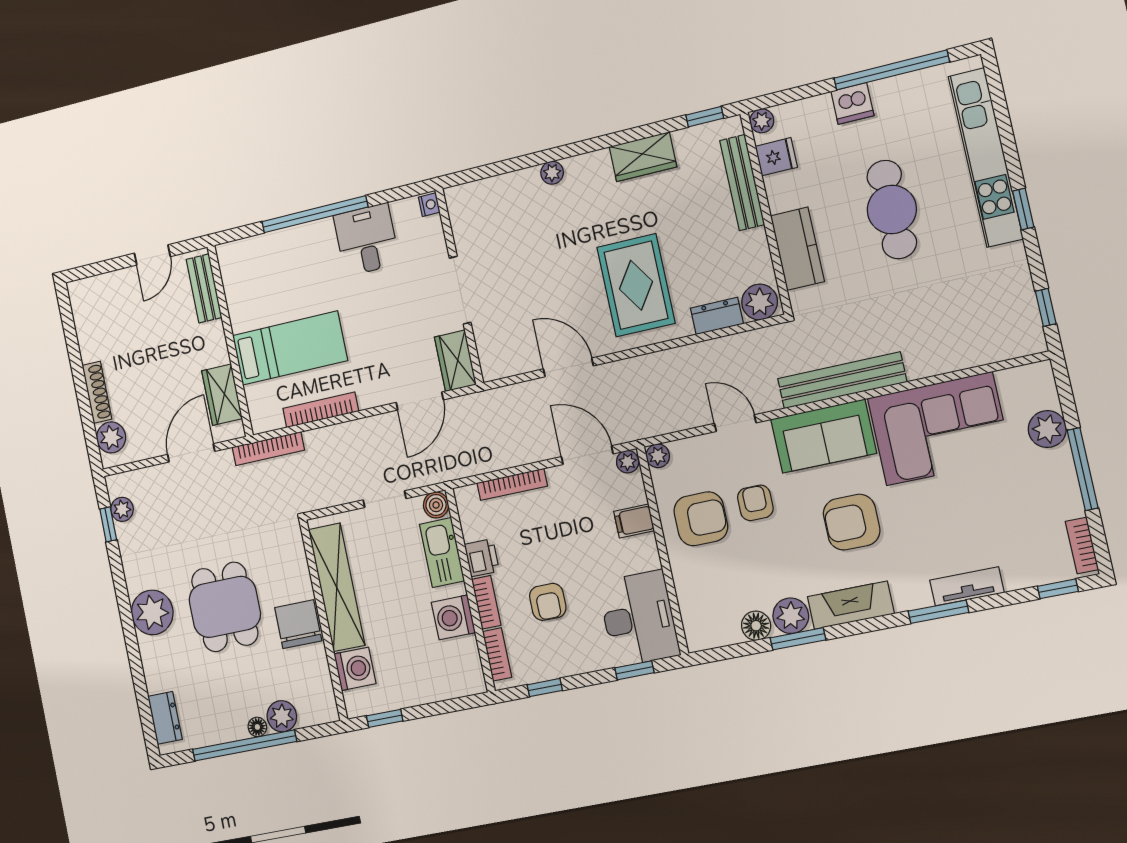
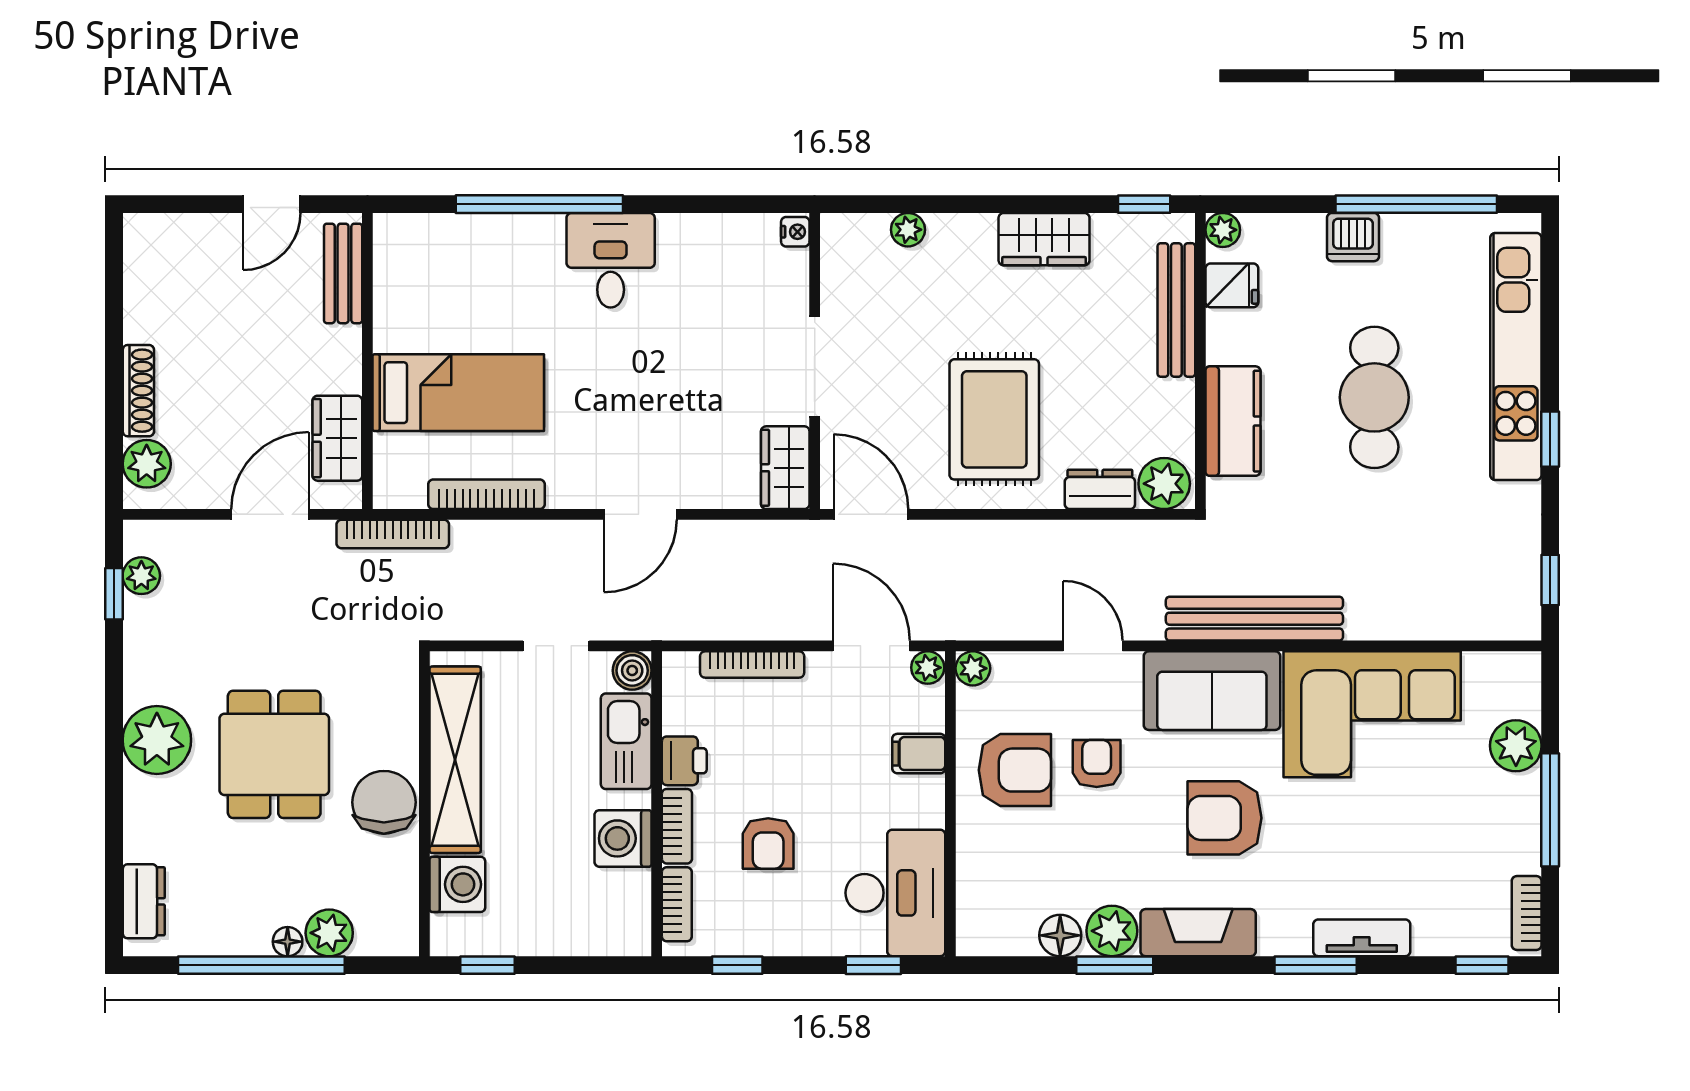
nightstand: (429, 205) -> (795, 232), moved
wall: (459, 286) -> (815, 361), moved
doorway: (460, 290) -> (815, 367), moved
wardrobe: (455, 361) -> (785, 468), moved

